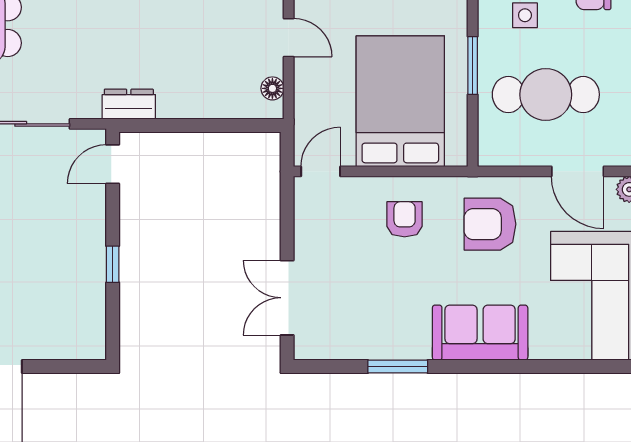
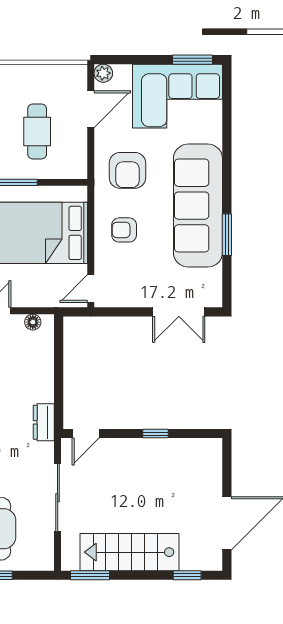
cafe table: (546, 95) -> (37, 131), width x0.73, depth x0.74
door: (113, 164) -> (86, 434), hinge flipped
door: (321, 171) -> (91, 289), hinge flipped
sofa: (480, 333) -> (198, 206), width x1.85, depth x1.27

